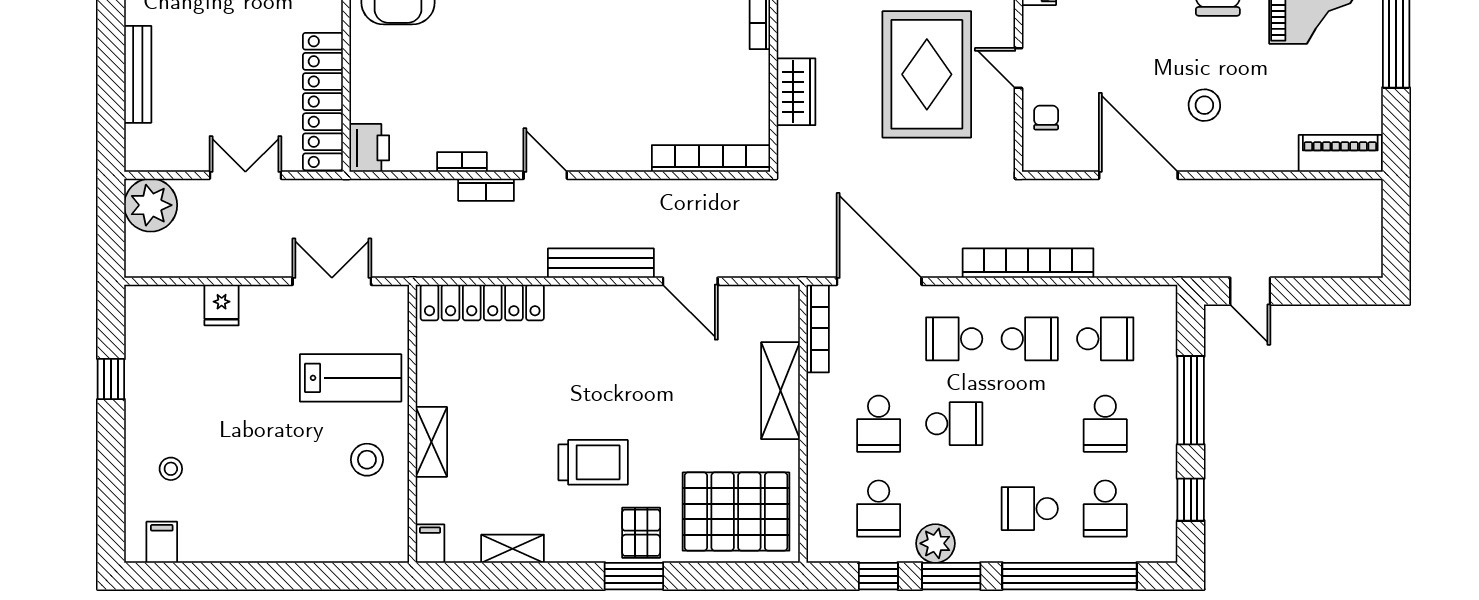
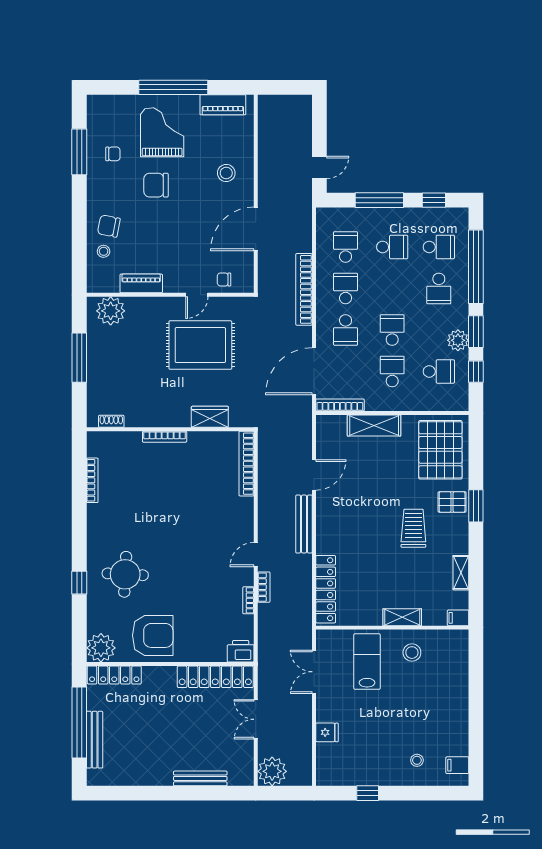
stool: (1204, 105) -> (226, 173), moved
piano: (1340, 153) -> (223, 105), moved, turned -90
school desk: (879, 424) -> (392, 371), turned -90

